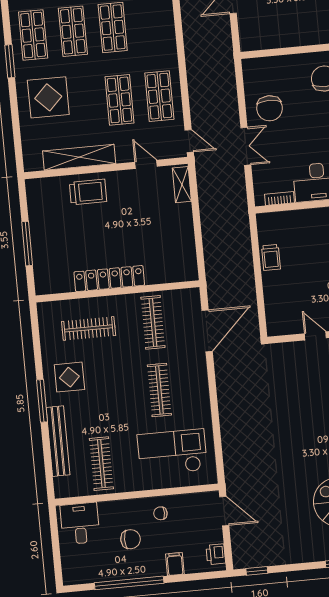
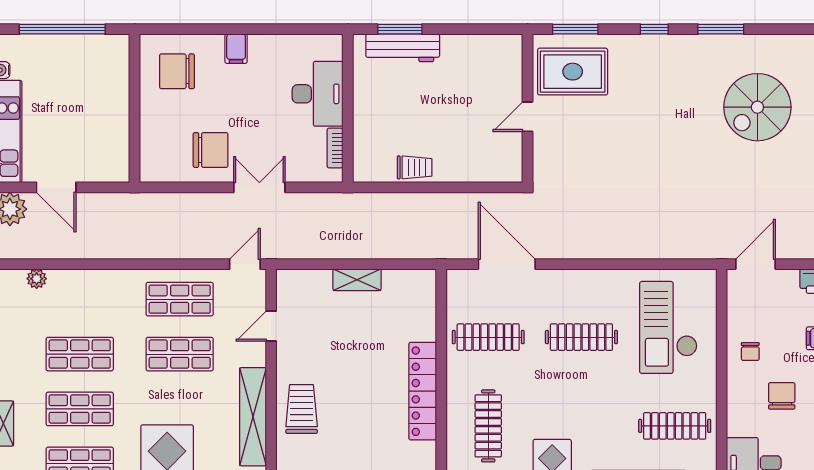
shelving: (182, 185) -> (357, 280), moved

